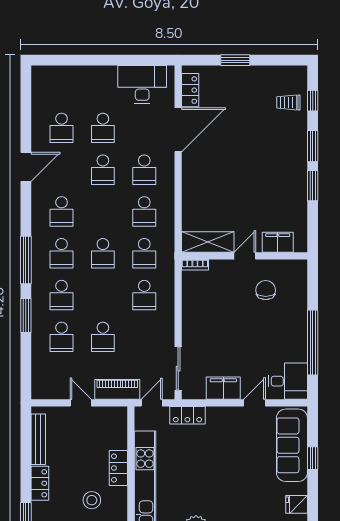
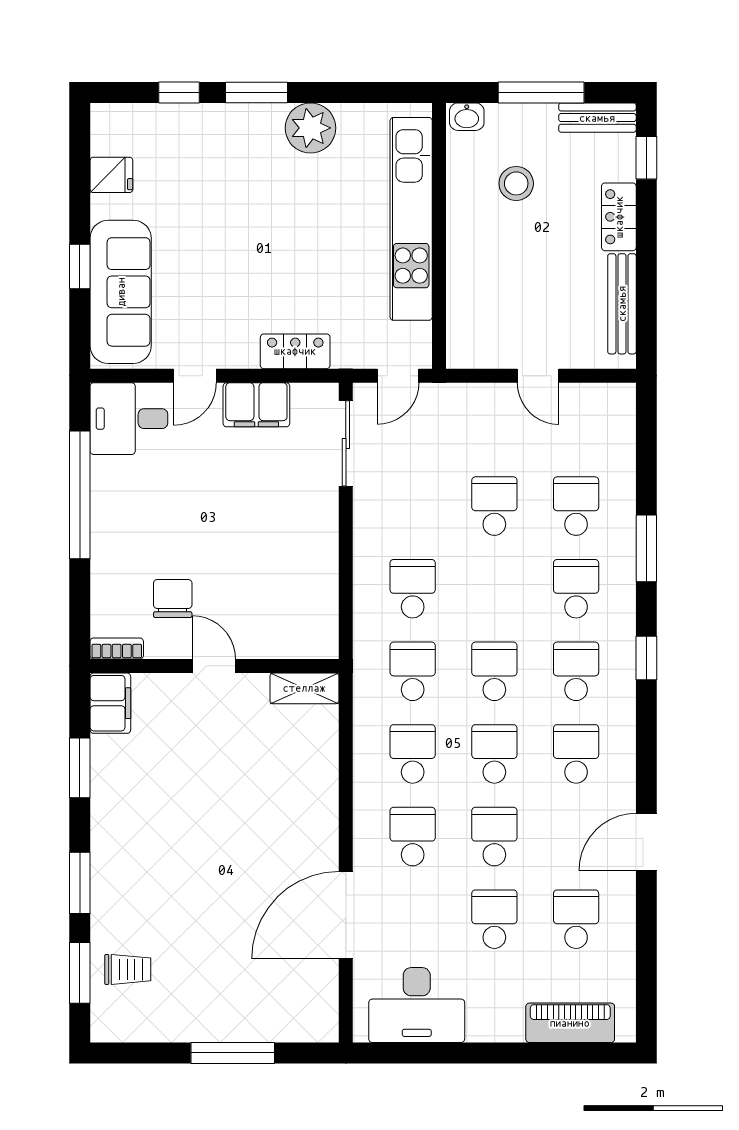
window: (235, 60) -> (233, 1053), width x1.44
locker: (190, 90) -> (322, 994), removed
window: (313, 101) -> (80, 973), width x1.50
window: (313, 186) -> (80, 768), moved
school desk: (103, 211) -> (494, 754), added
shelving: (208, 242) -> (304, 688), width x0.67, depth x0.75
filing cabinet: (278, 242) -> (110, 703), moved, turned -90
door: (245, 256) -> (214, 666), swing flipped
window: (26, 260) -> (646, 658), width x0.46
bookcase: (195, 265) -> (117, 648), moved
chair: (266, 290) -> (173, 599), turned 180
piano: (117, 389) -> (570, 1023), moved, turned 180
locker: (187, 415) -> (295, 351), moved
locker: (118, 468) -> (464, 247), removed

